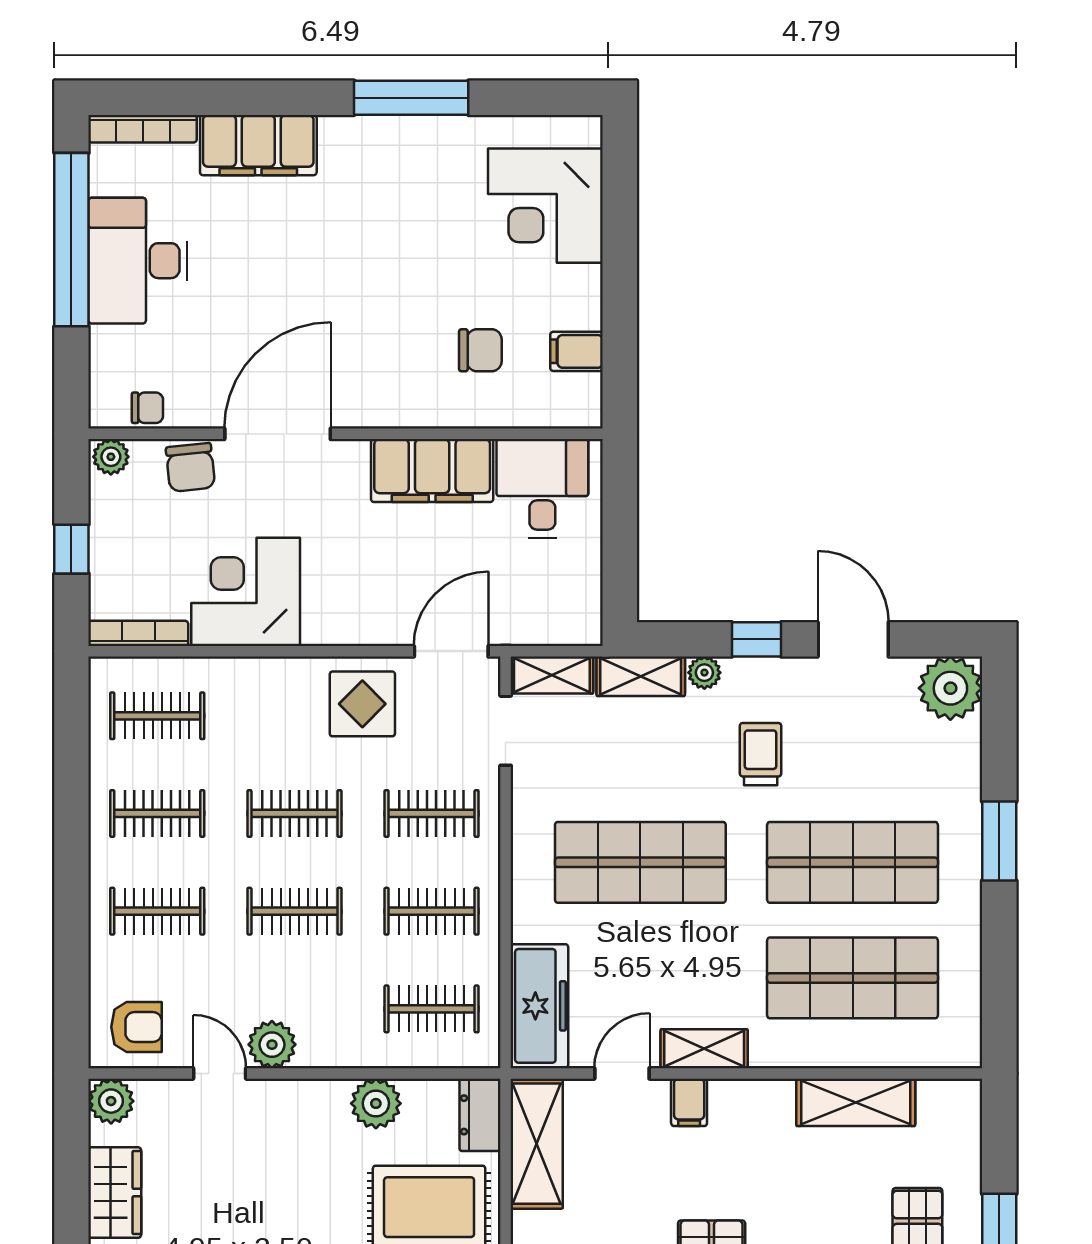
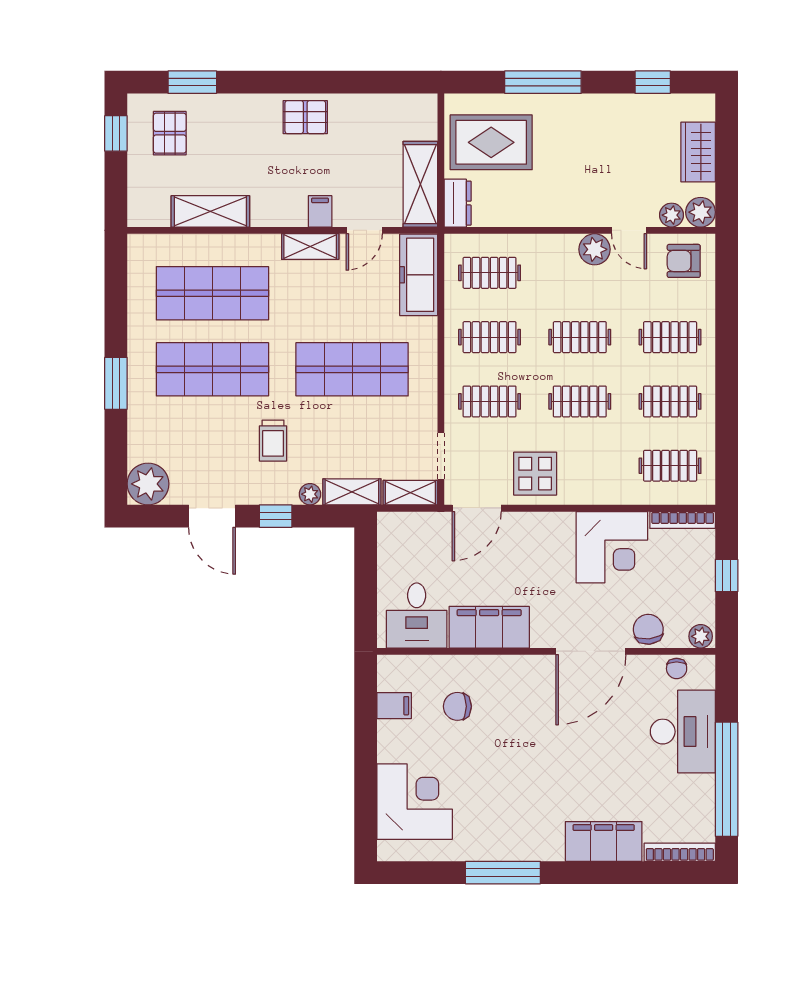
desk: (138, 261) -> (683, 732), moved
chair: (147, 408) -> (677, 669), turned -90
plant: (376, 1103) -> (672, 215), moved, width x0.73, depth x0.73

